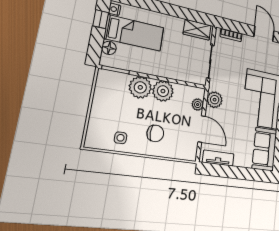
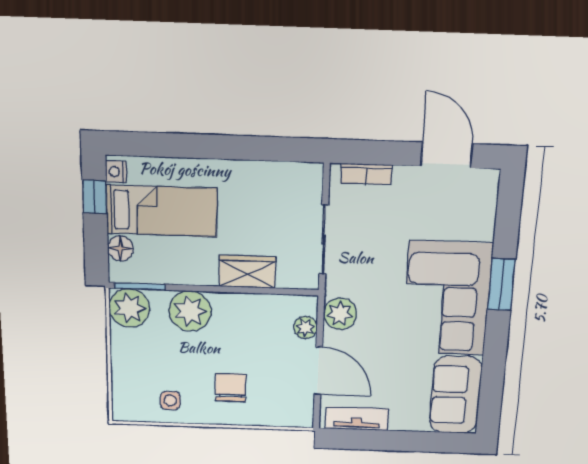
wardrobe: (197, 30) -> (247, 272), moved, turned 180
plant: (163, 91) -> (129, 308), moved
chair: (155, 133) -> (231, 387), turned -90

